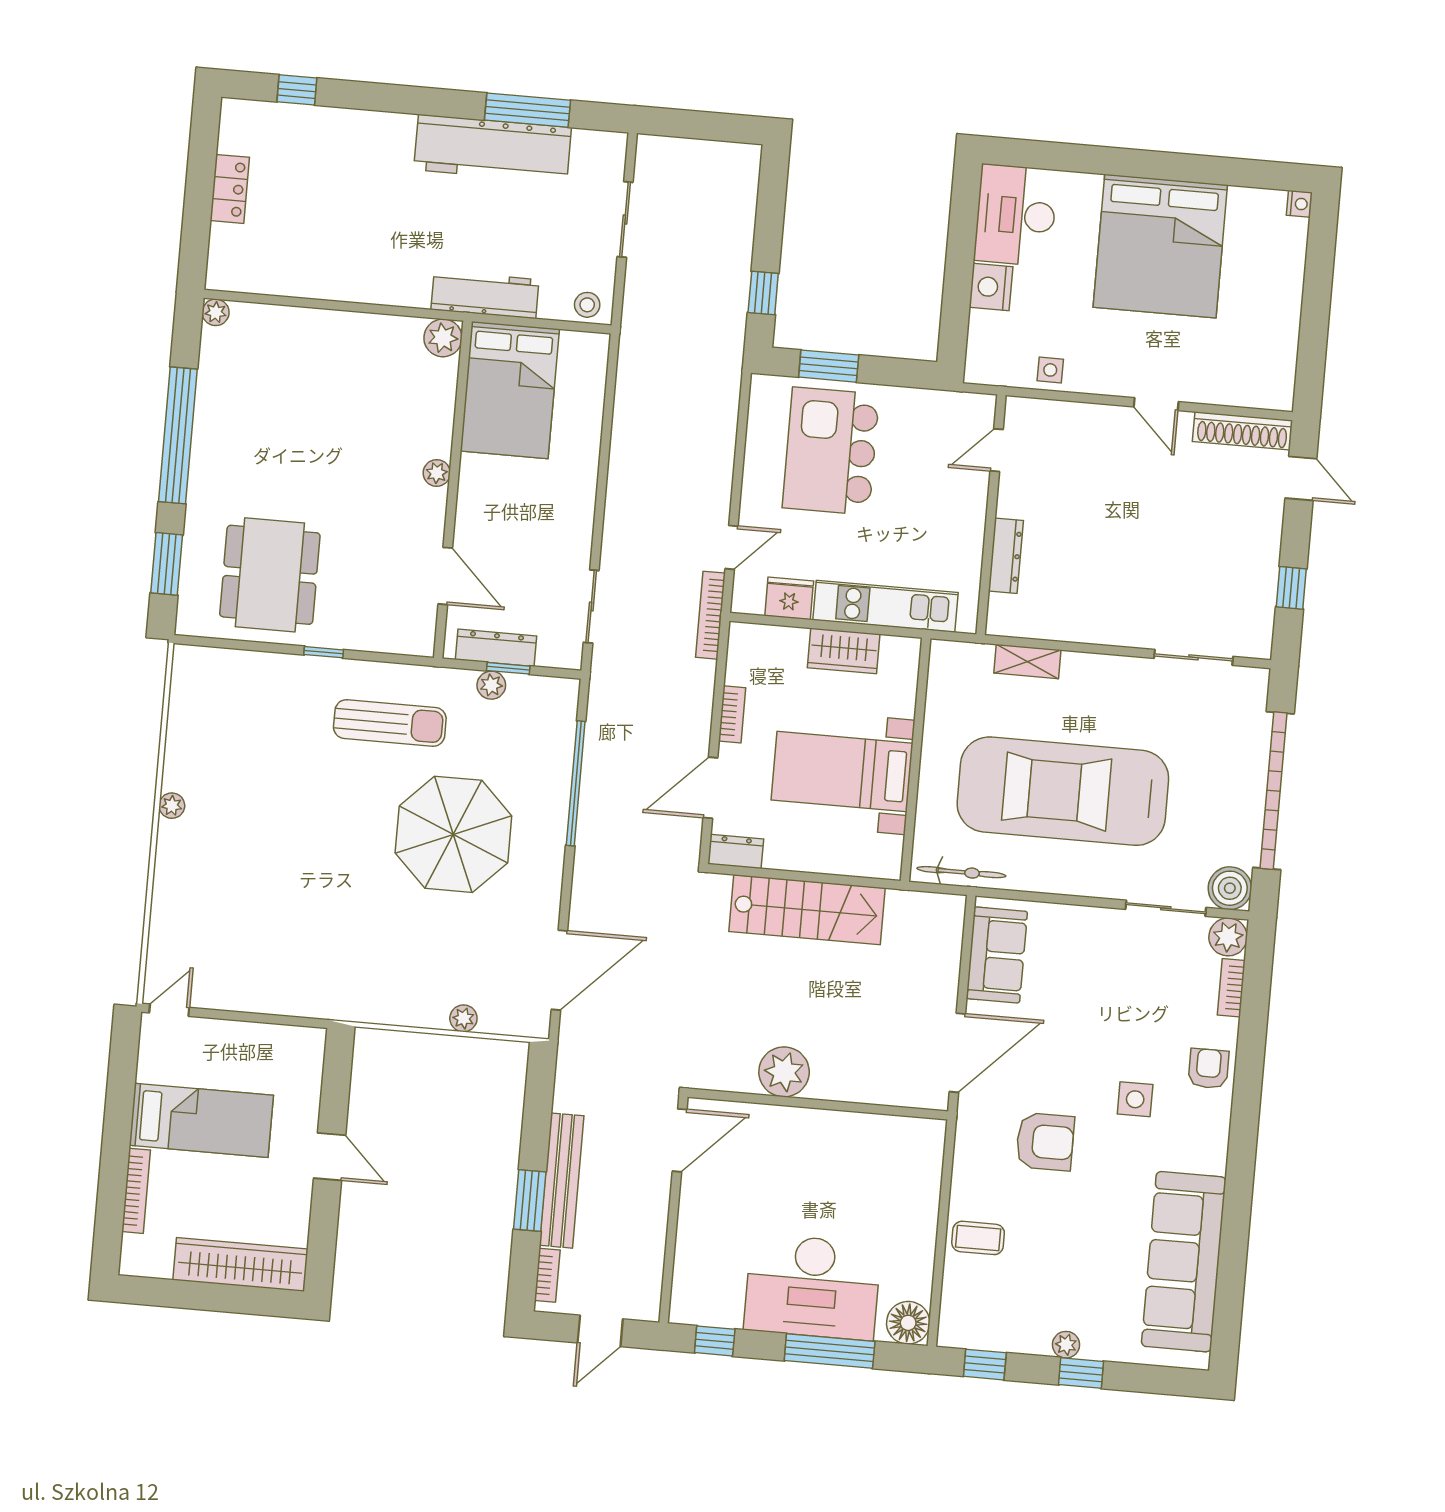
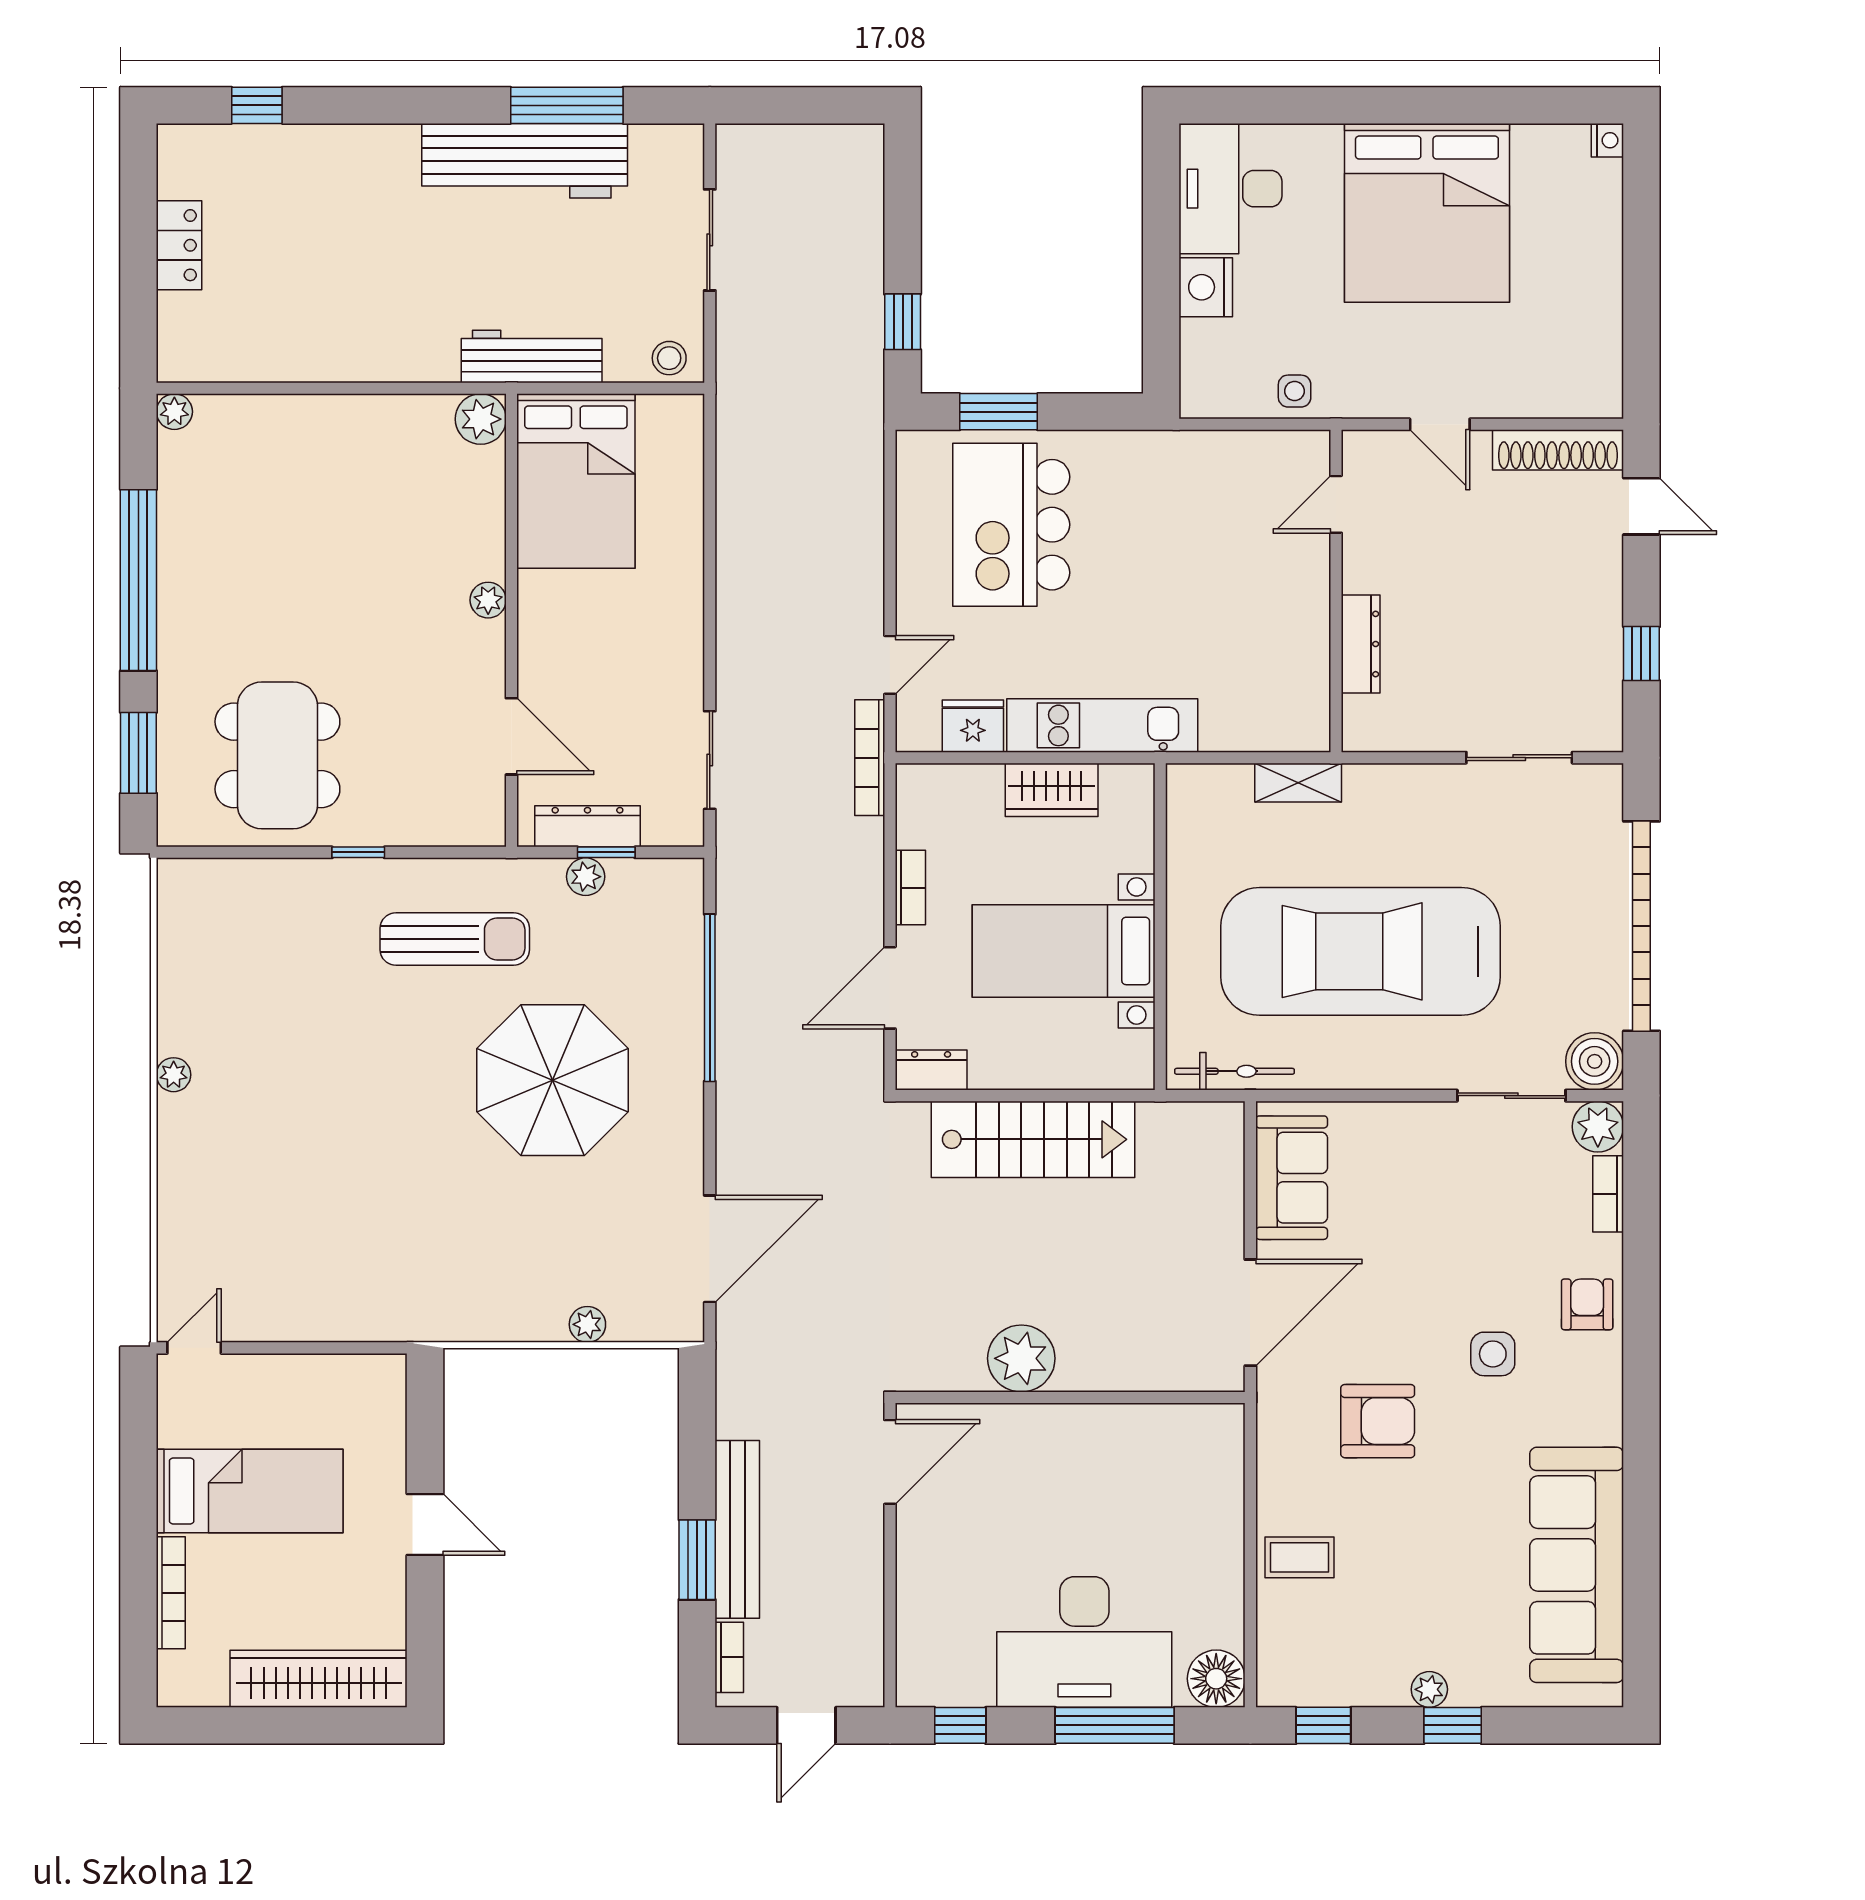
door: (997, 450) -> (1336, 504), moved
wall: (991, 515) -> (1336, 591), moved
dresser: (1006, 556) -> (1361, 644), moved

